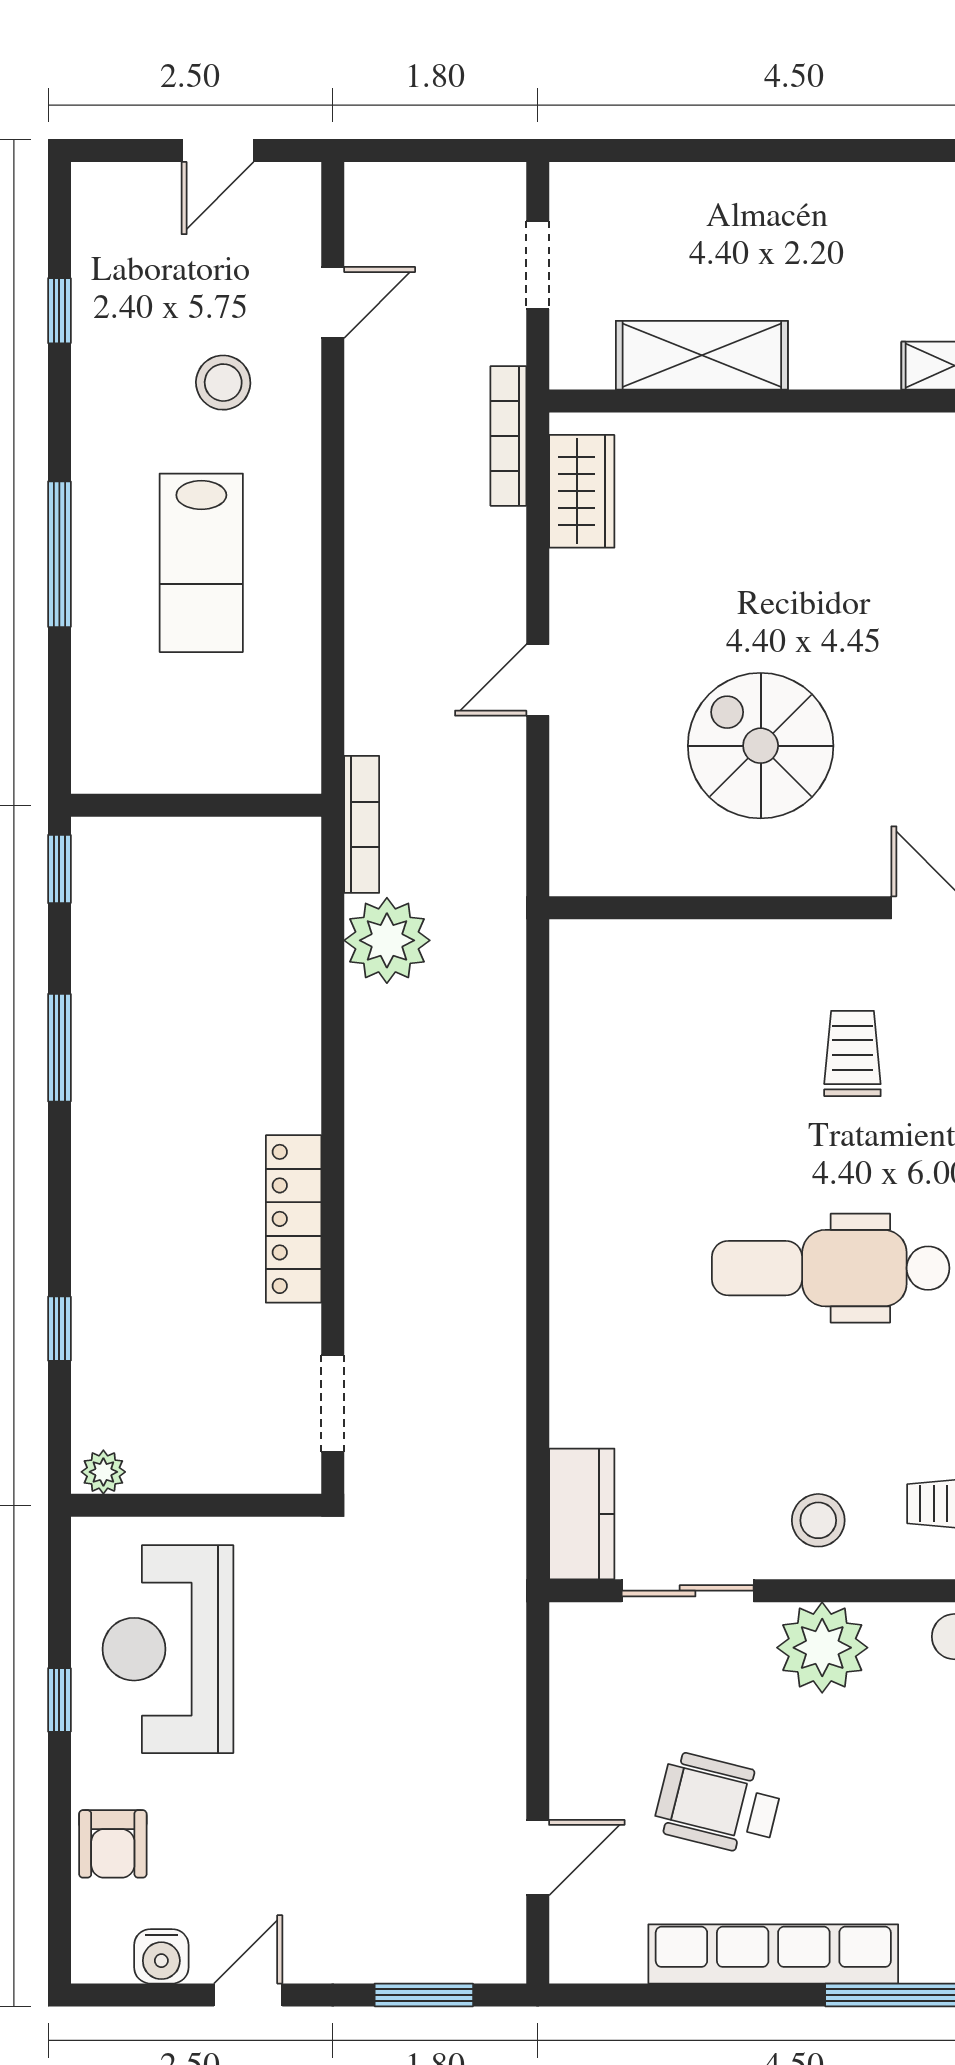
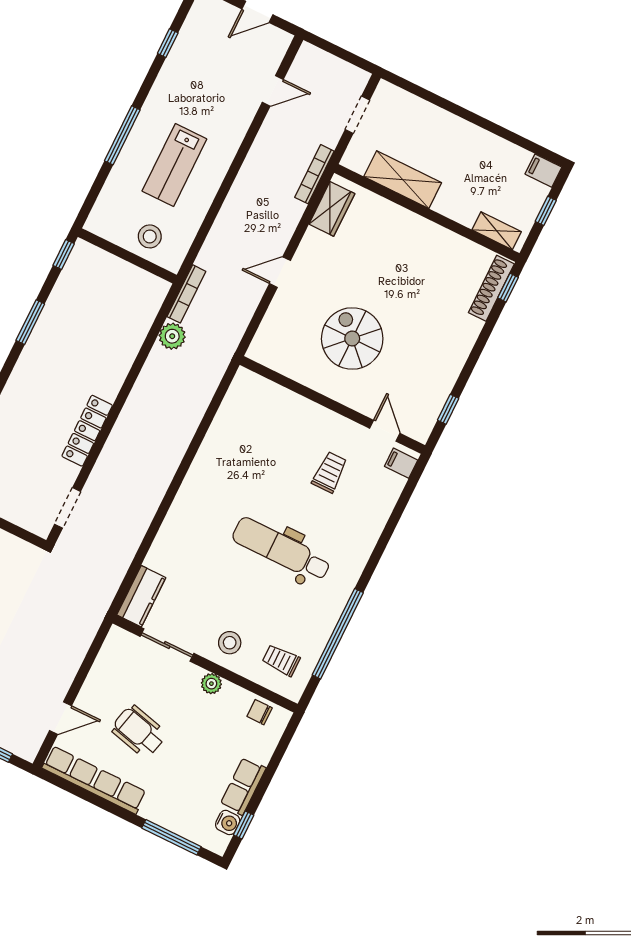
stool: (223, 383) -> (150, 236), moved
plant: (387, 940) -> (172, 336), width x0.73, depth x0.73
plant: (822, 1648) -> (211, 684), width x0.53, depth x0.53
row of seats: (773, 1954) -> (94, 780), moved

